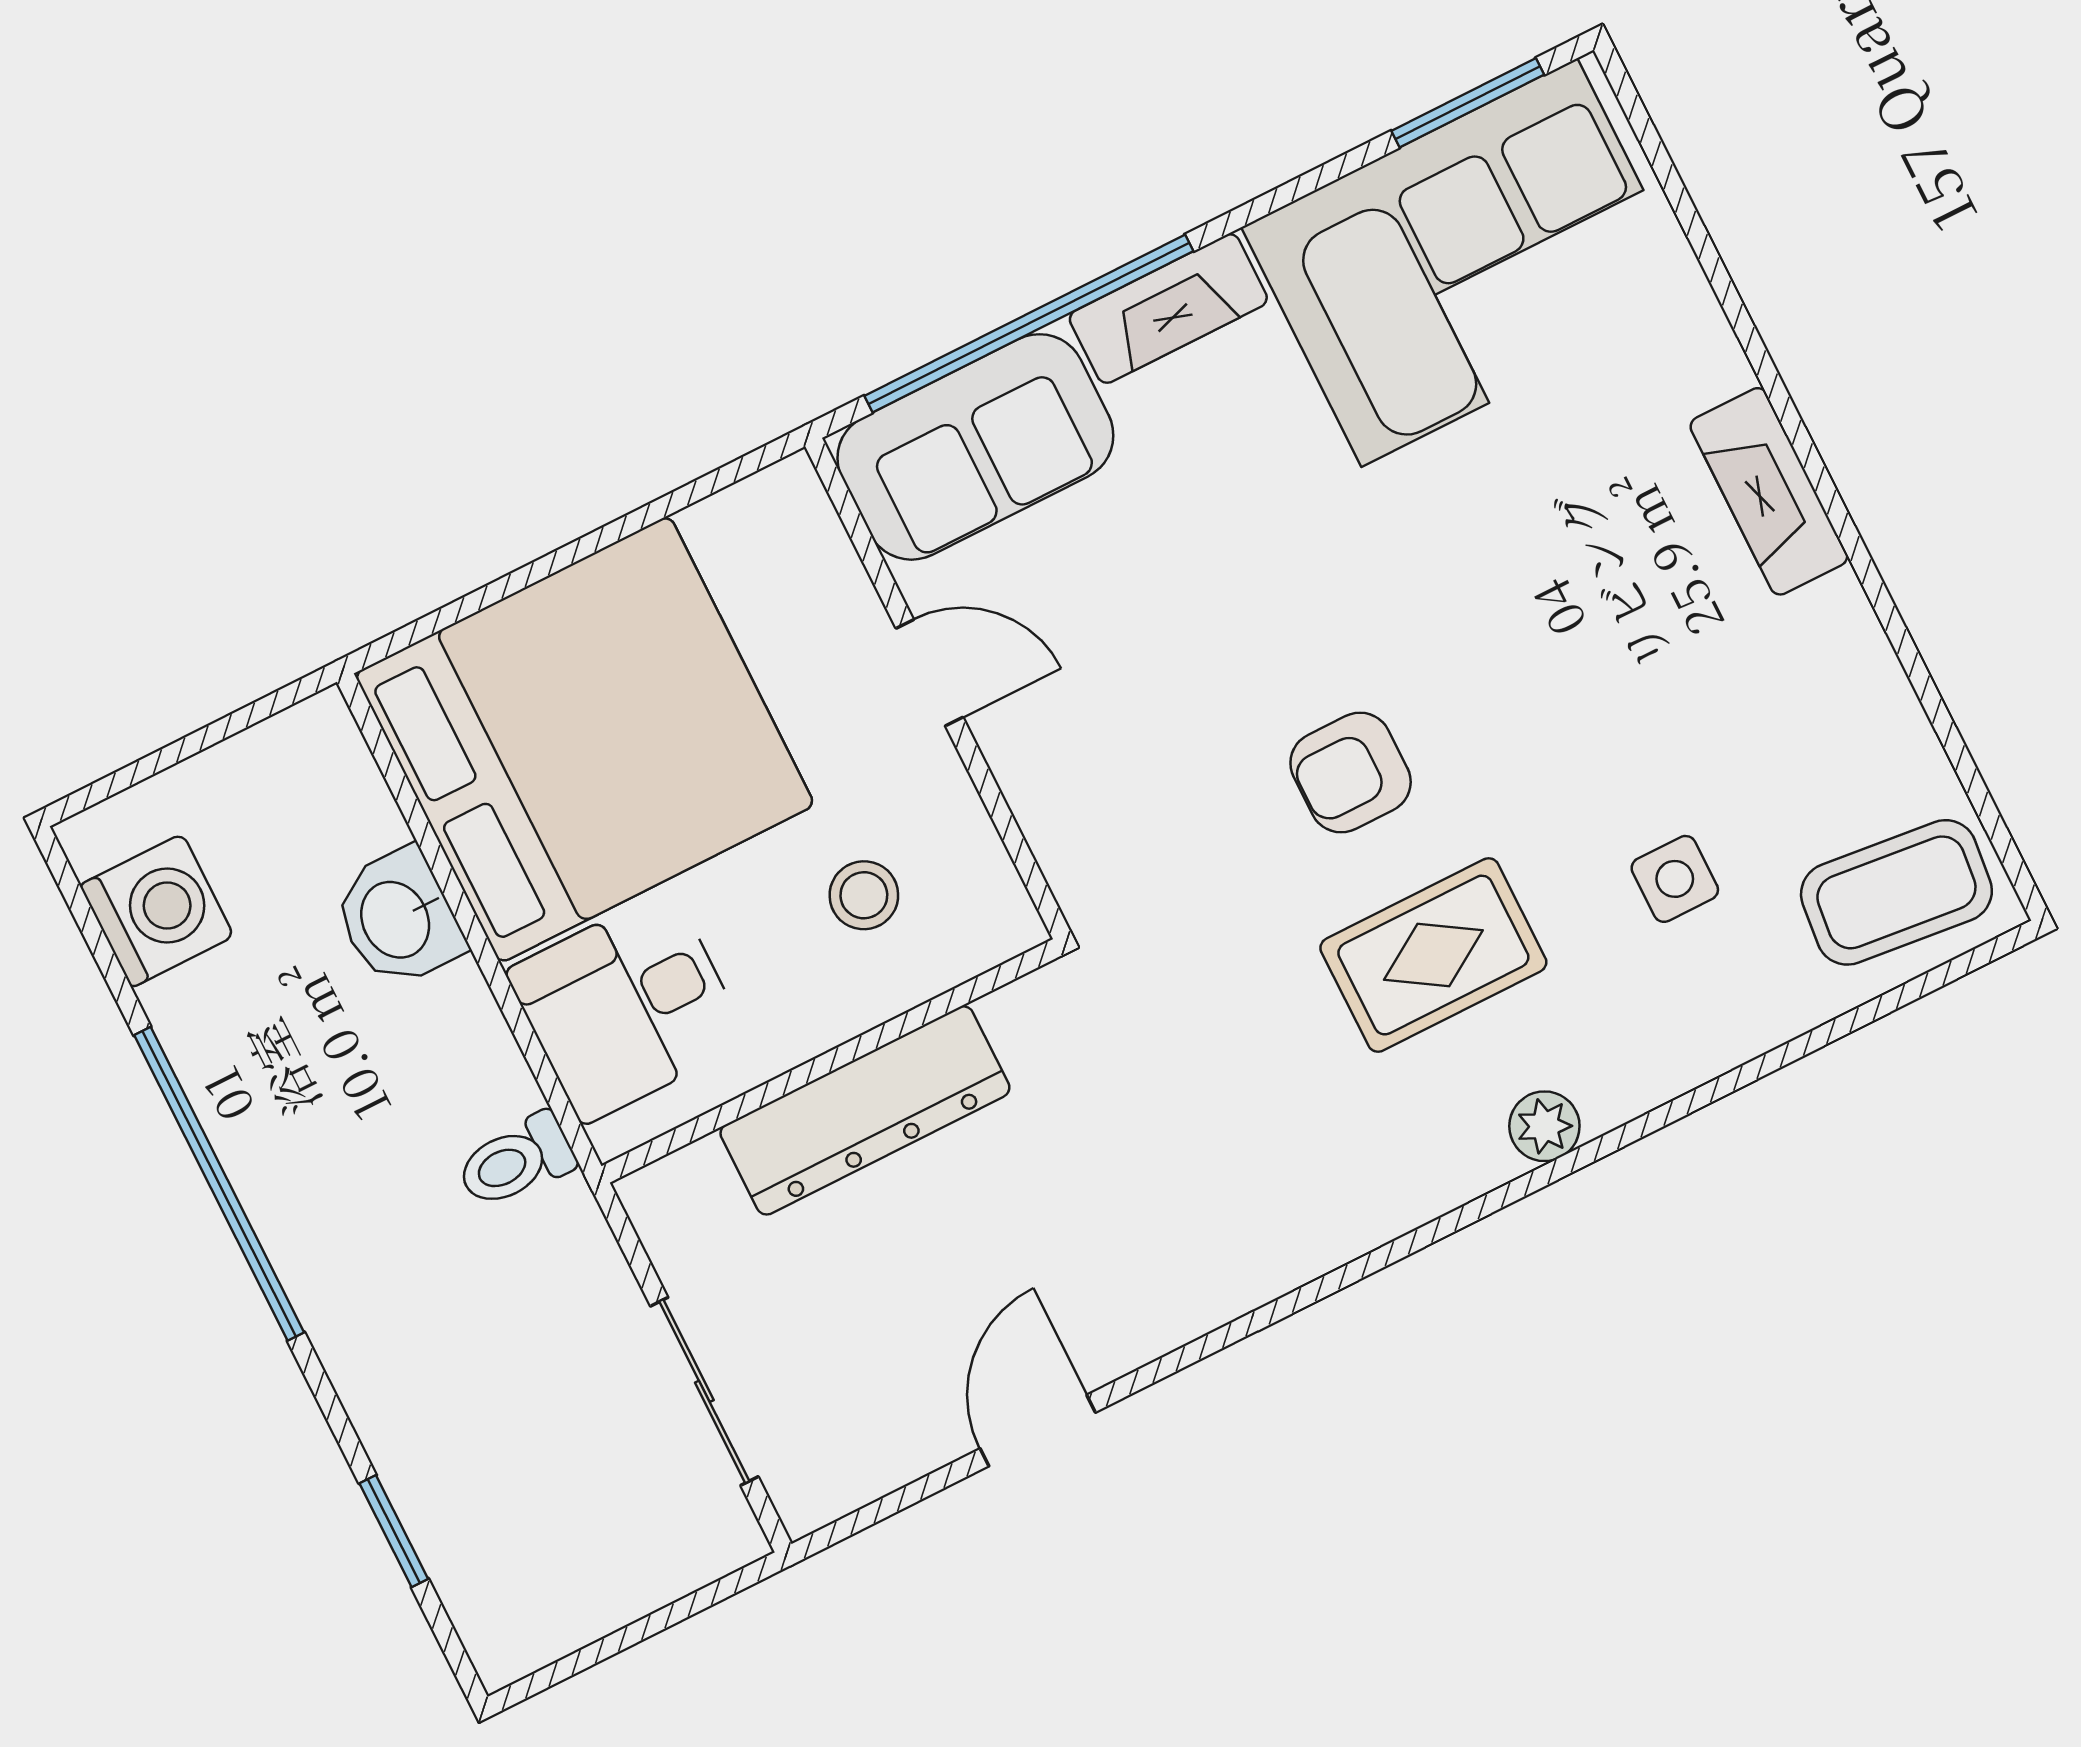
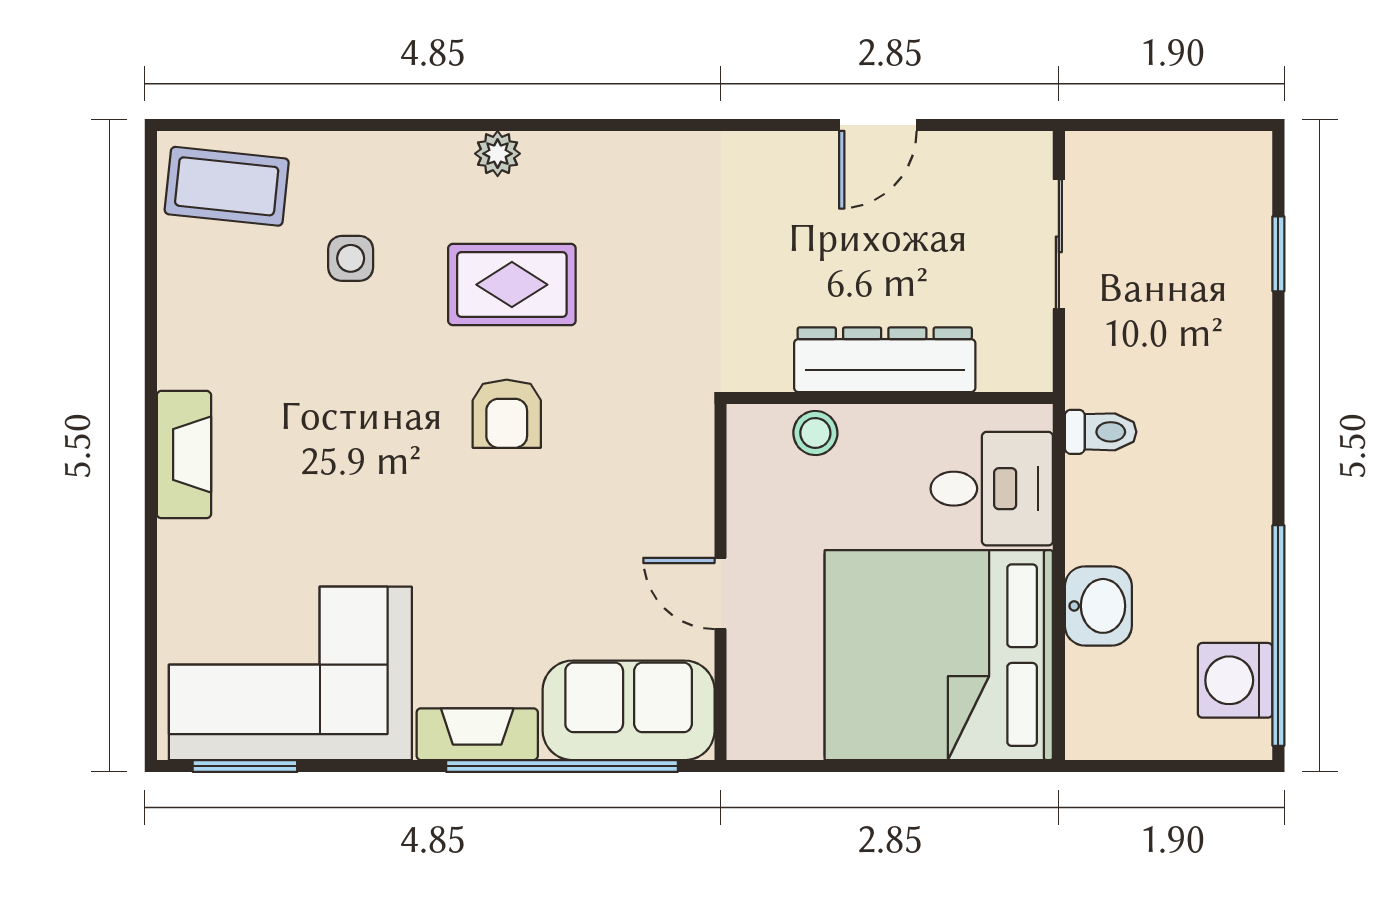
armchair: (1351, 773) -> (507, 414), turned 90
stool: (864, 895) -> (815, 433), moved
window: (219, 1184) -> (1278, 636), moved

